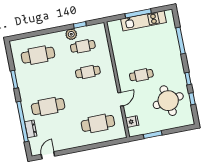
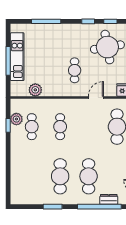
plant: (71, 34) -> (16, 119), moved
plant: (117, 43) -> (35, 90), added
cafe table: (38, 55) -> (60, 176), moved
door: (121, 99) -> (96, 97), hinge flipped

